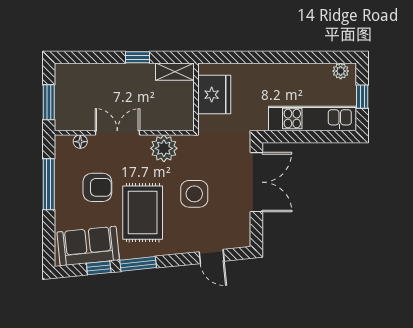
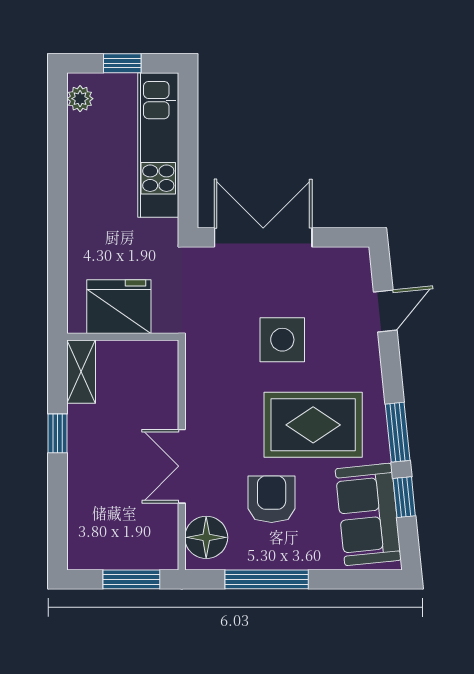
floor lamp: (80, 142) -> (206, 537), width x1.89, depth x1.89
plant: (164, 148) -> (207, 390), removed

